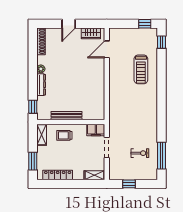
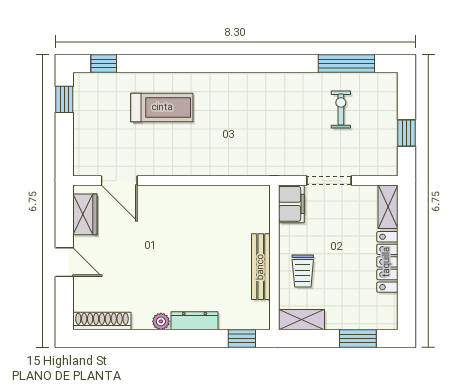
locker: (58, 175) -> (387, 262), moved

